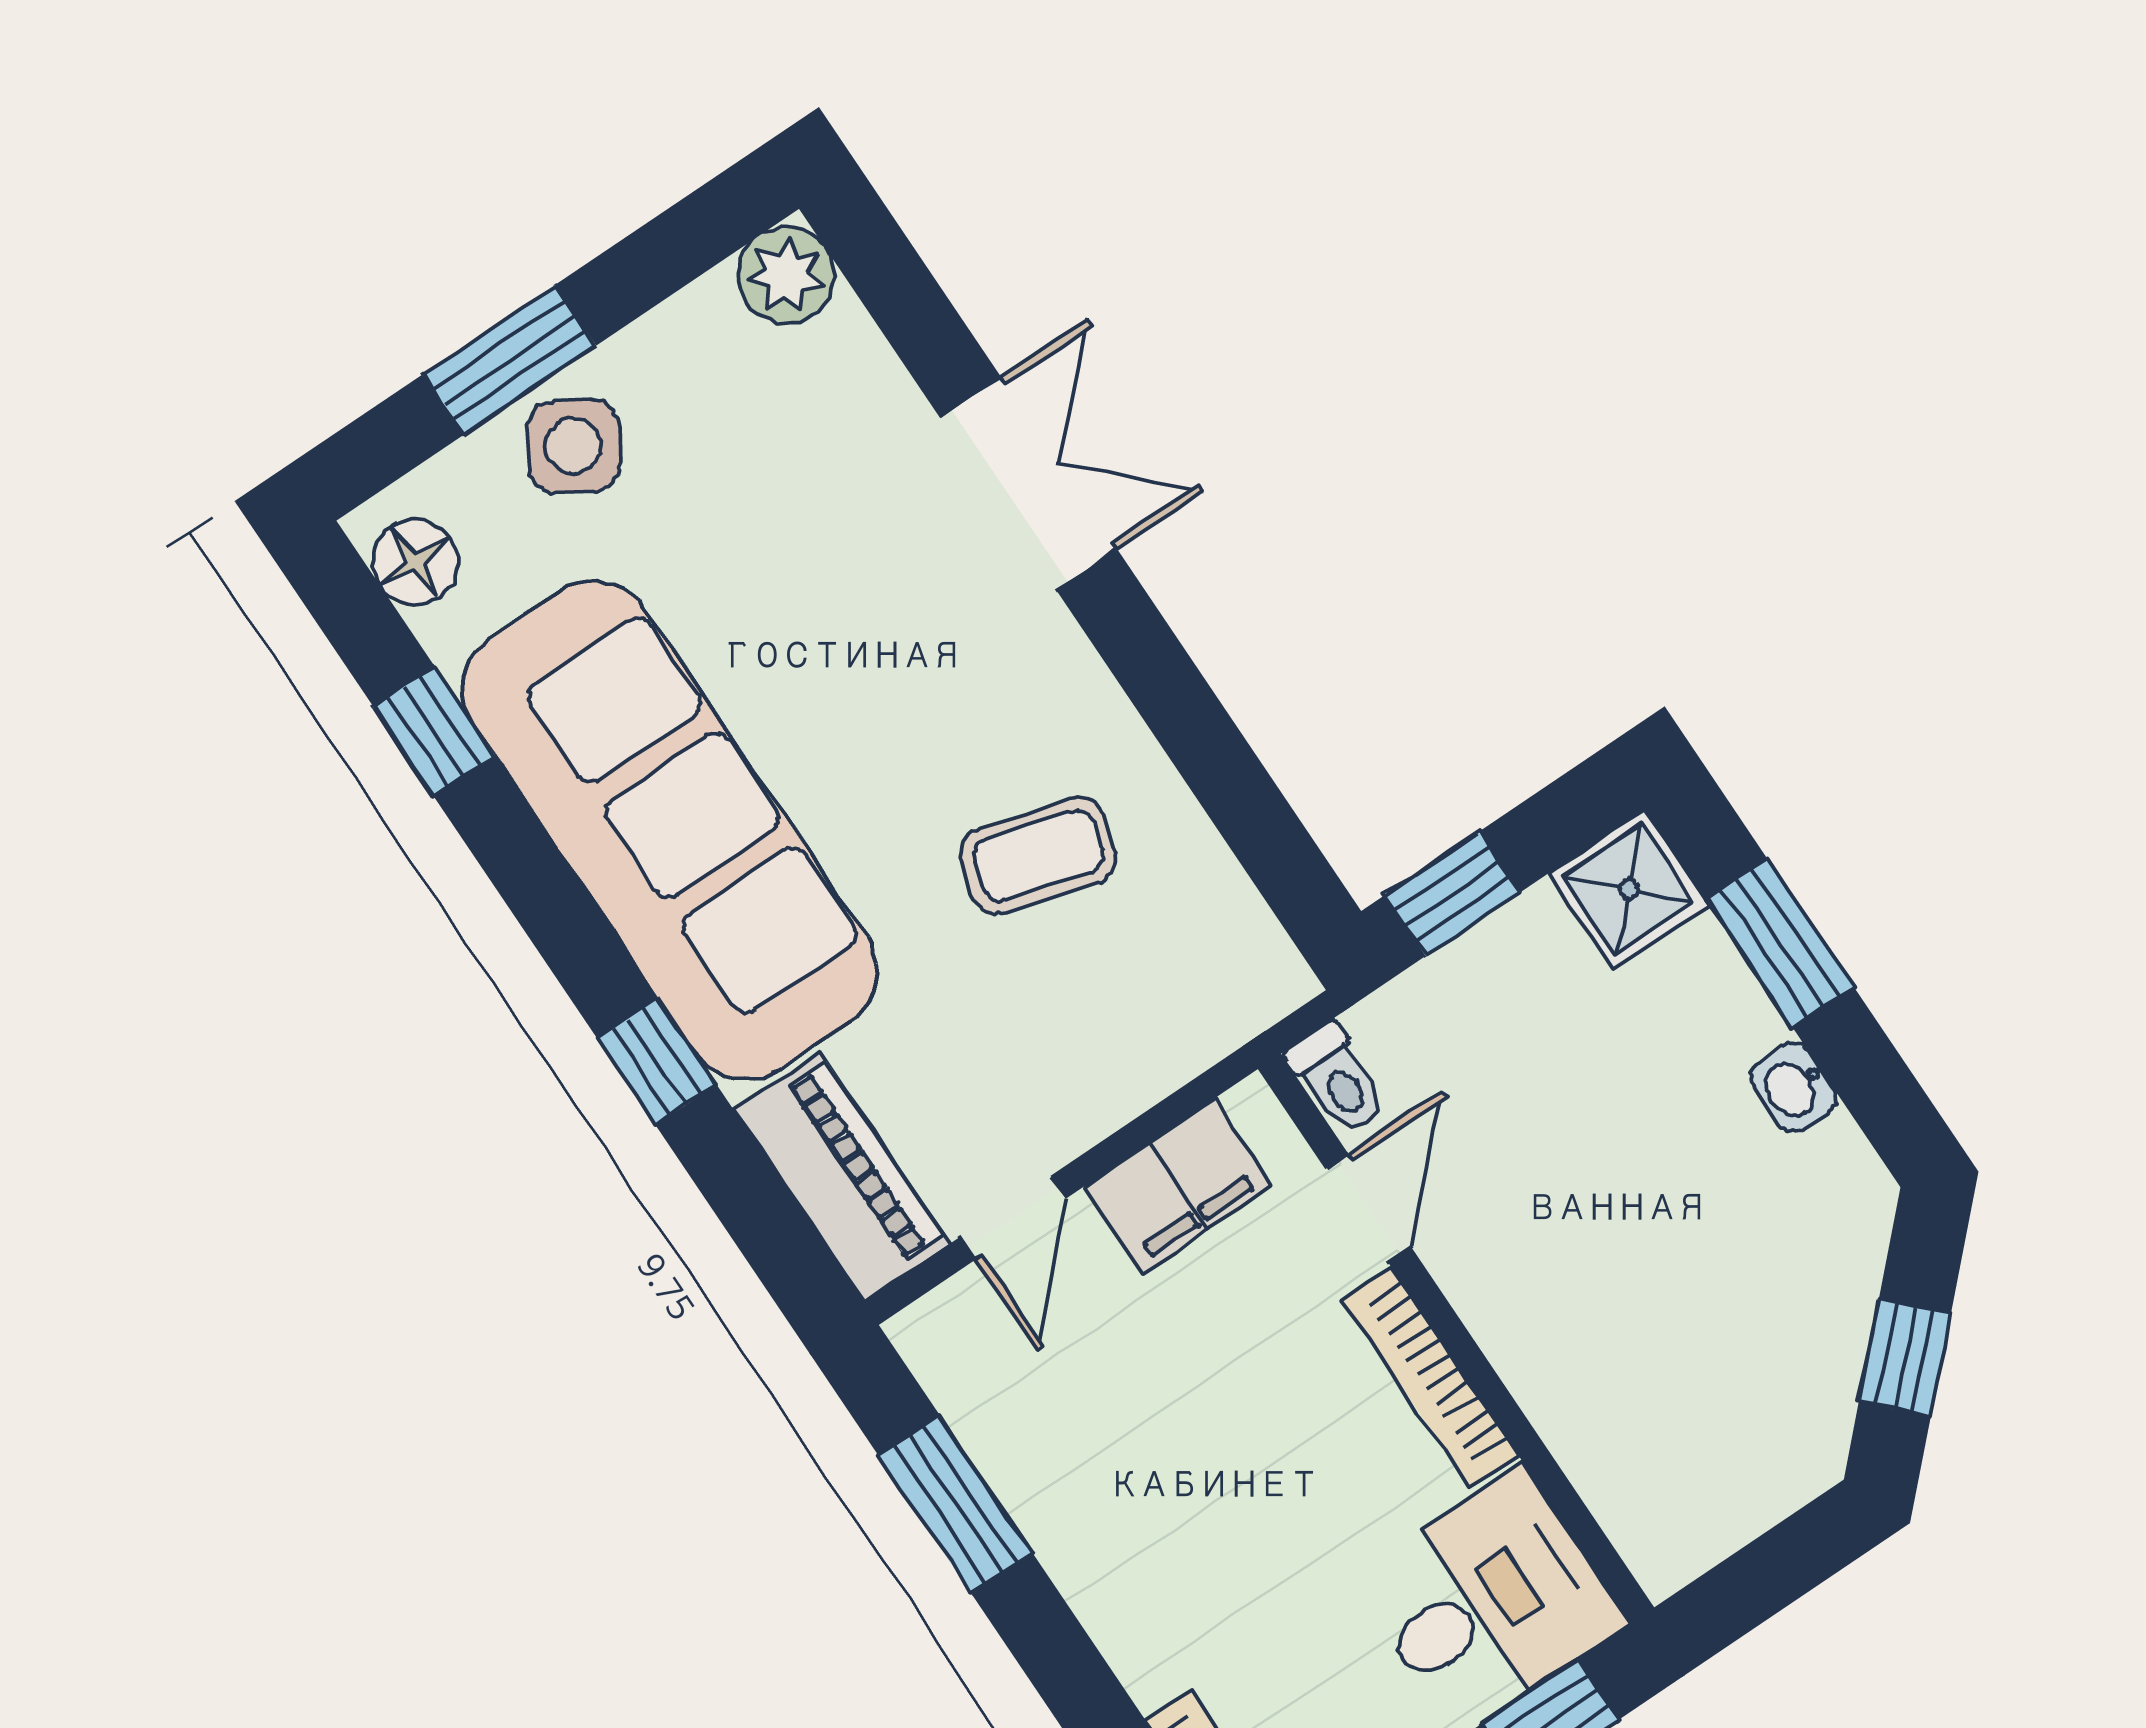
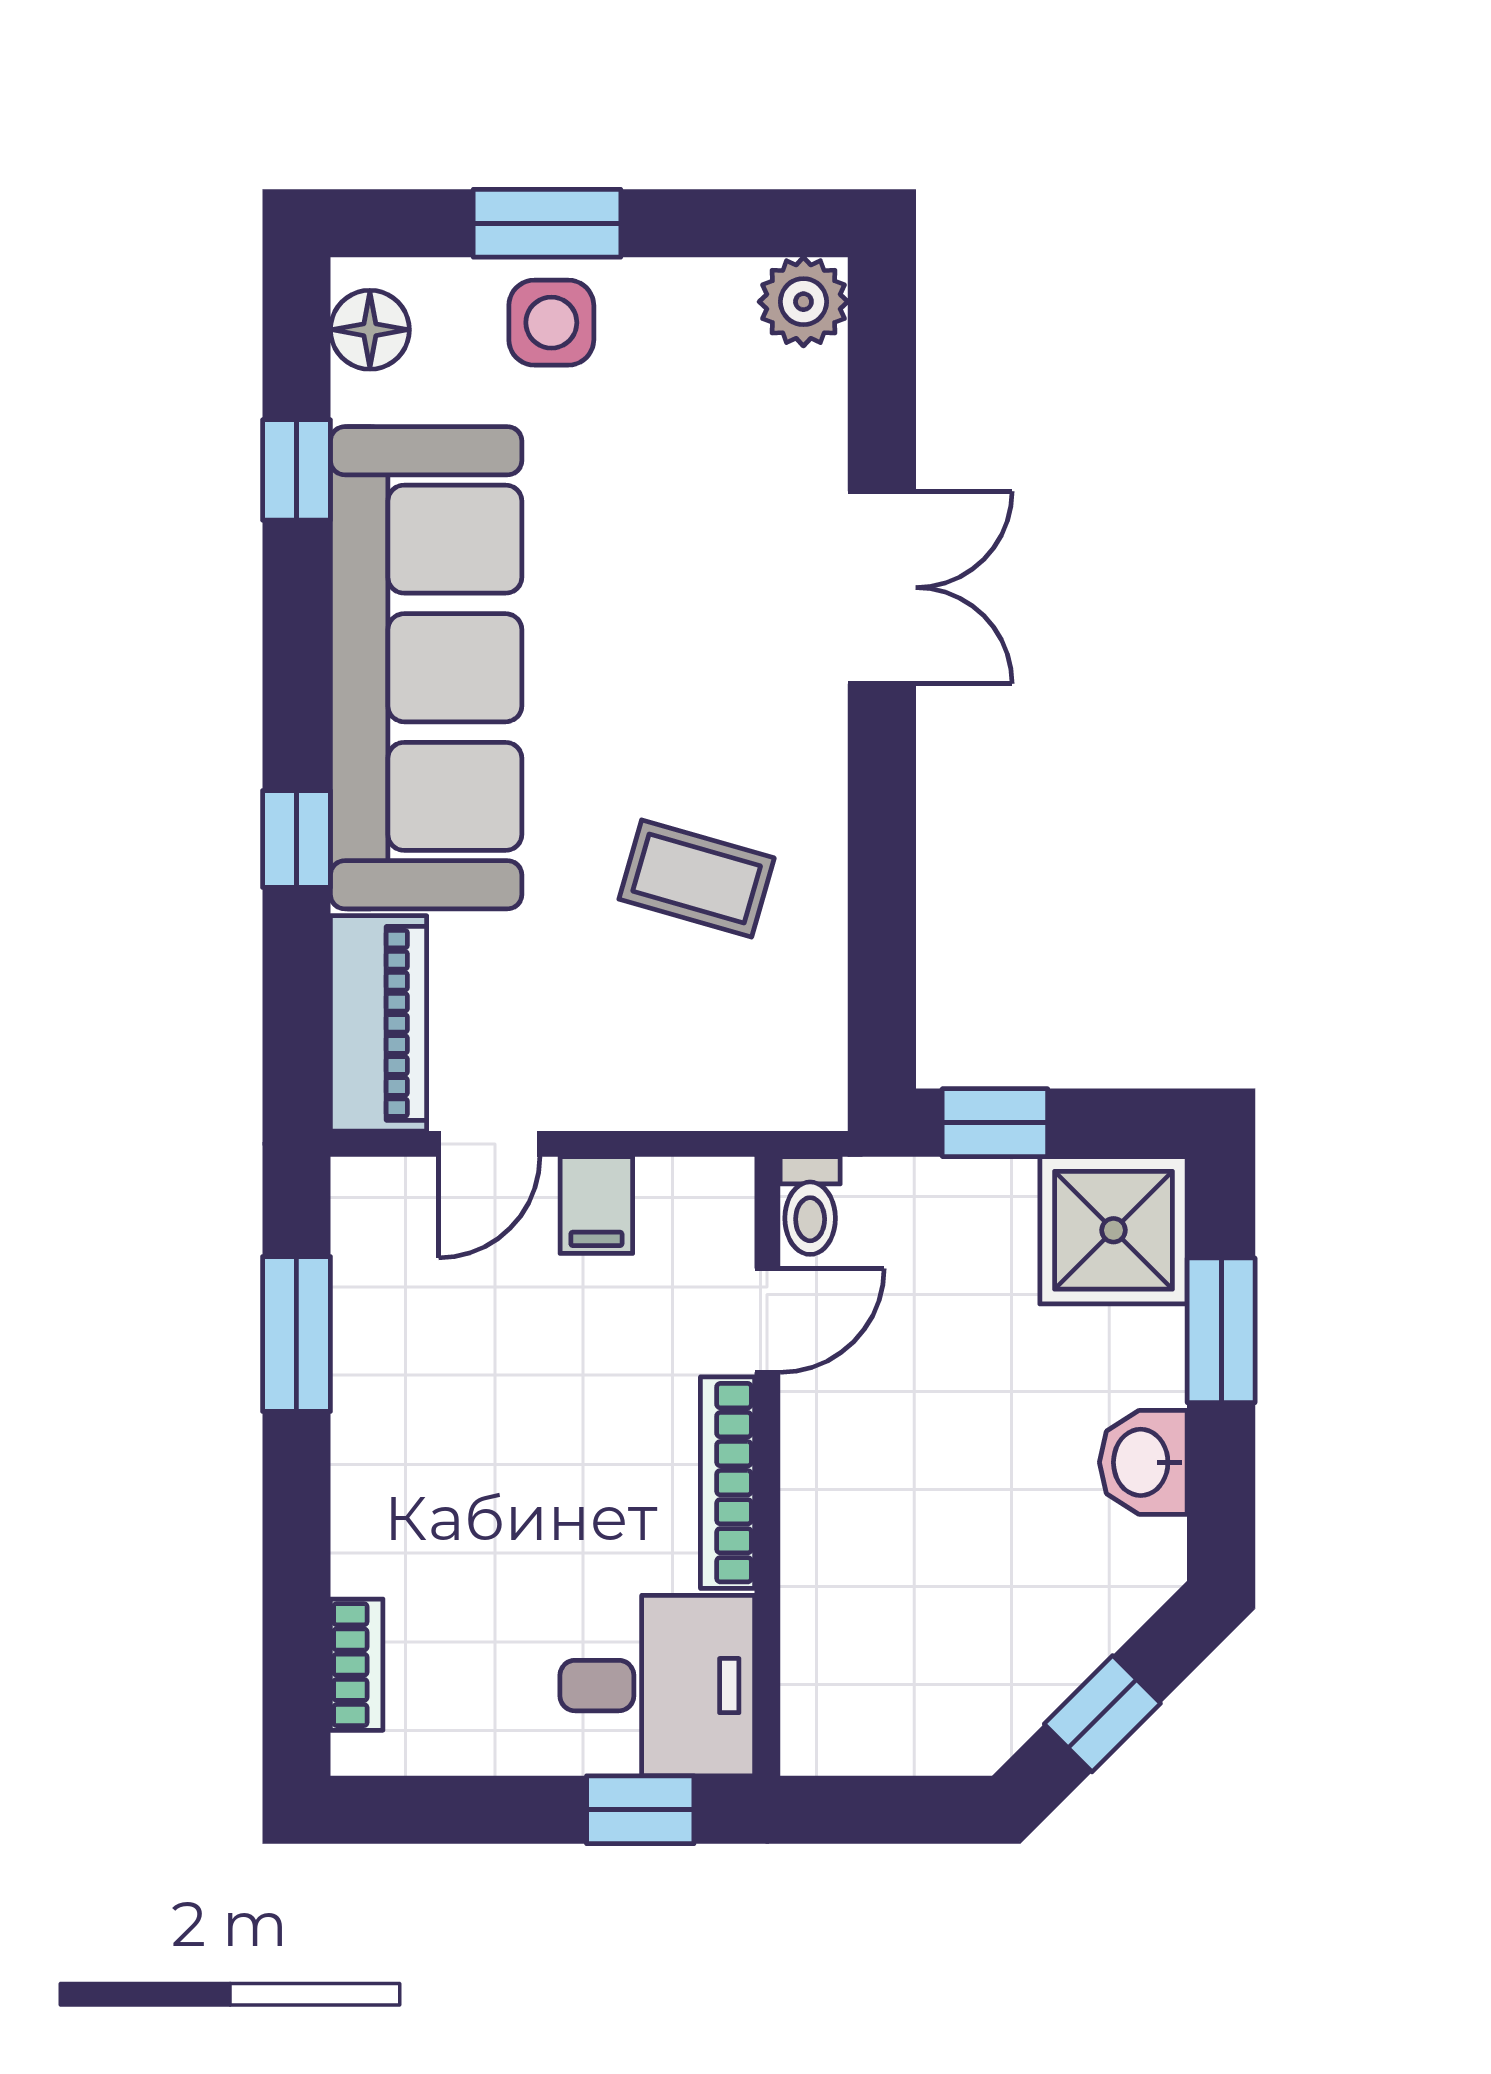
side table: (573, 446) -> (551, 323), turned -32
shower: (1629, 889) -> (1114, 1230), width x1.36, depth x1.36
washbasin: (1793, 1087) -> (1143, 1462), width x1.38, depth x1.45
filing cabinet: (1178, 1186) -> (596, 1205), width x0.50

